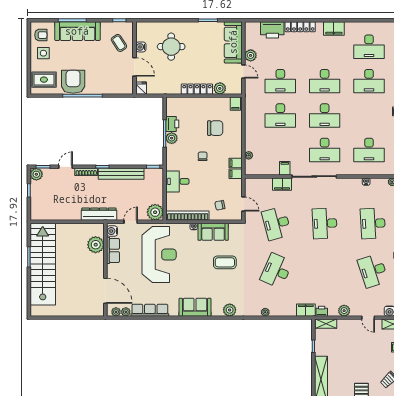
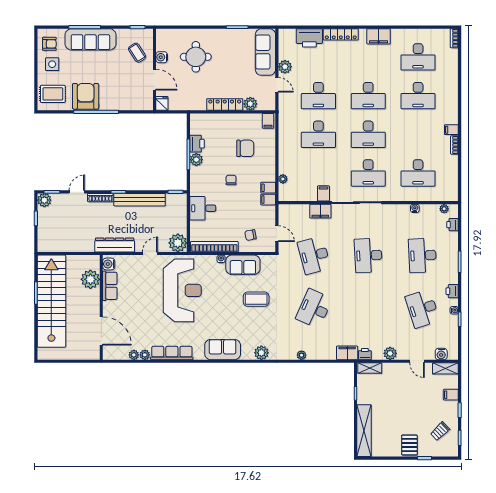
water cooler: (112, 231) -> (109, 264), moved
plant: (96, 245) -> (90, 279), moved
row of seats: (113, 250) -> (110, 286), moved
wall: (105, 270) -> (101, 307), moved
door: (105, 291) -> (101, 331), moved

